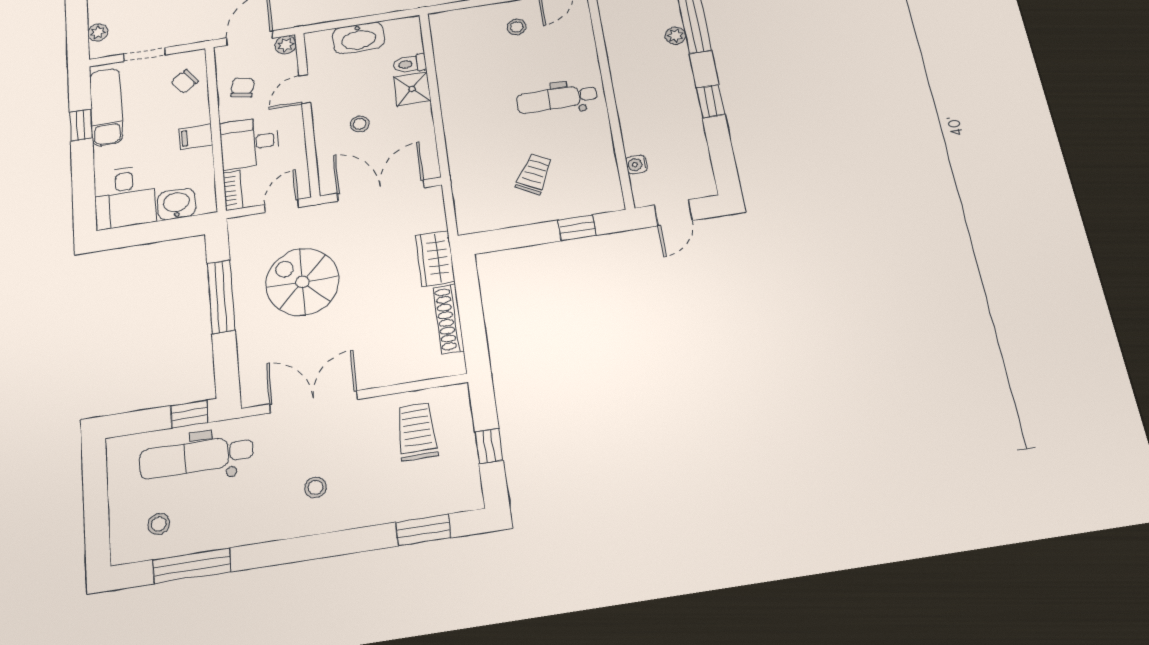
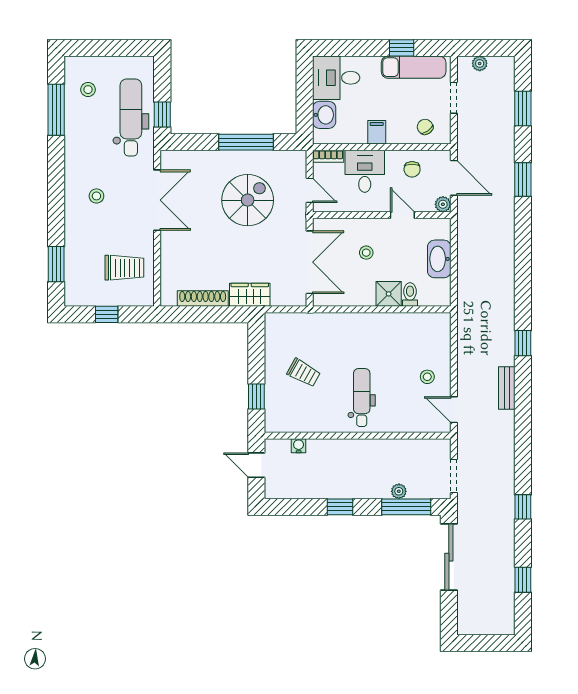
chair: (242, 88) -> (412, 169), turned 79

